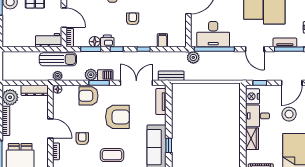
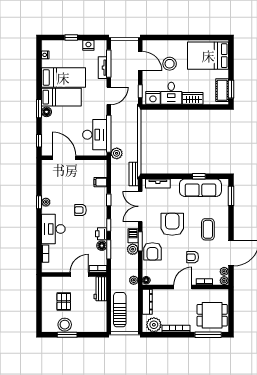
sun lounger: (58, 59) -> (120, 310), moved

